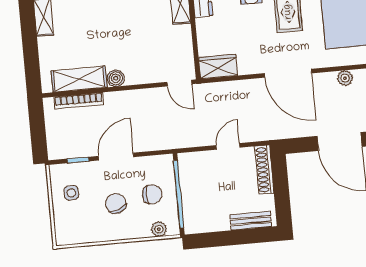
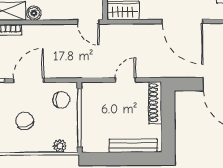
chair: (152, 194) -> (61, 100), moved
bench: (251, 221) -> (133, 146), width x1.36

